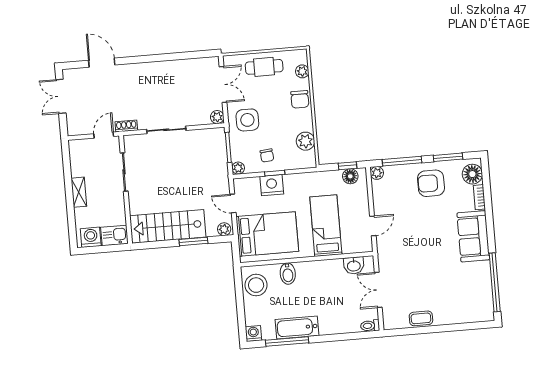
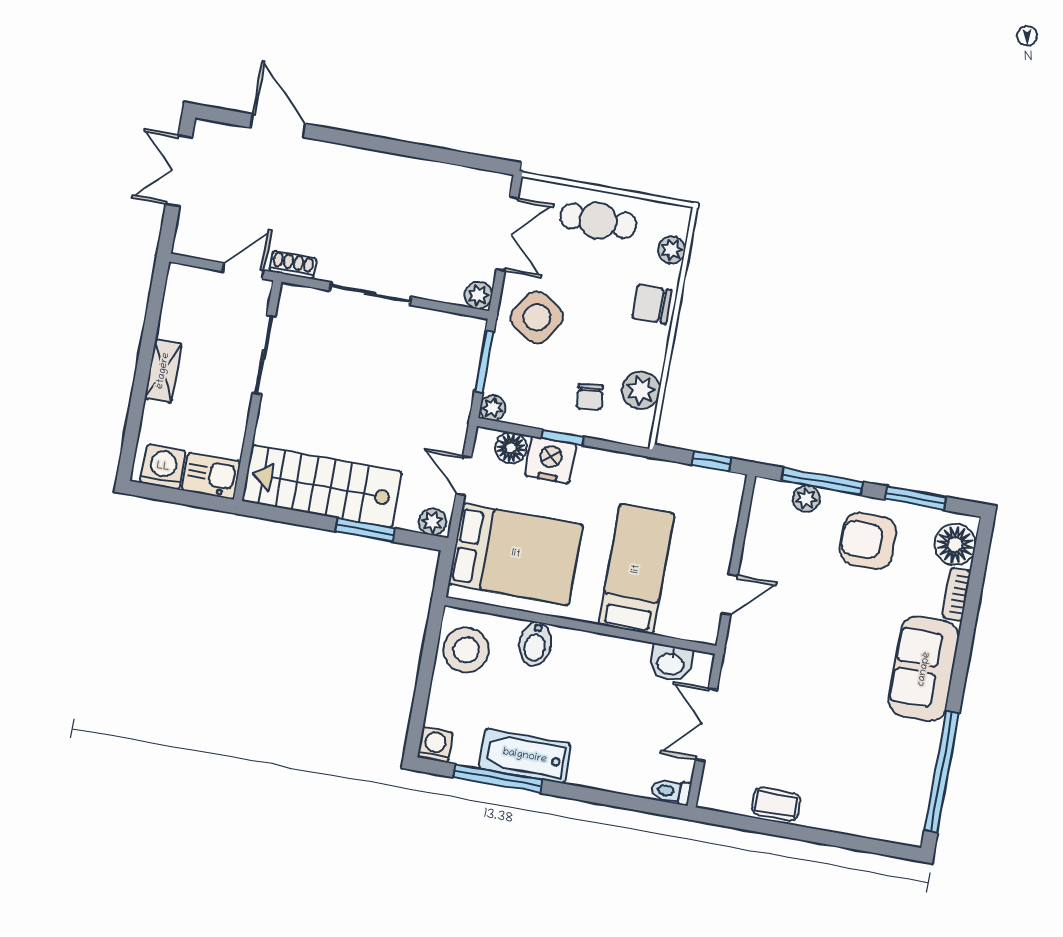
chair: (300, 99) -> (652, 304), turned 90
side table: (247, 120) -> (537, 317), turned 33
chair: (267, 155) -> (590, 397), moved
plant: (377, 173) -> (806, 499), moved
floor lamp: (350, 176) -> (511, 448), moved

